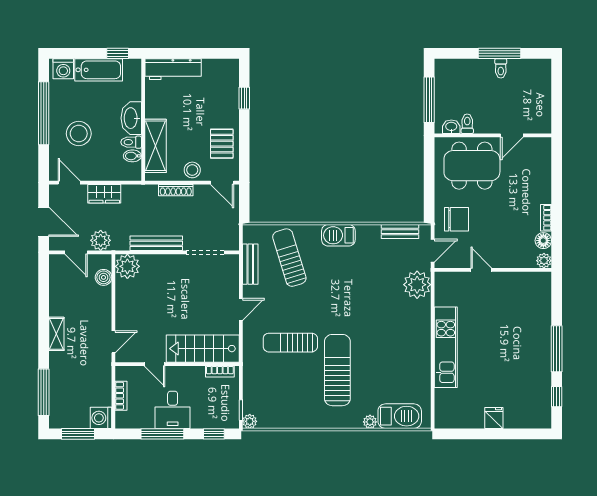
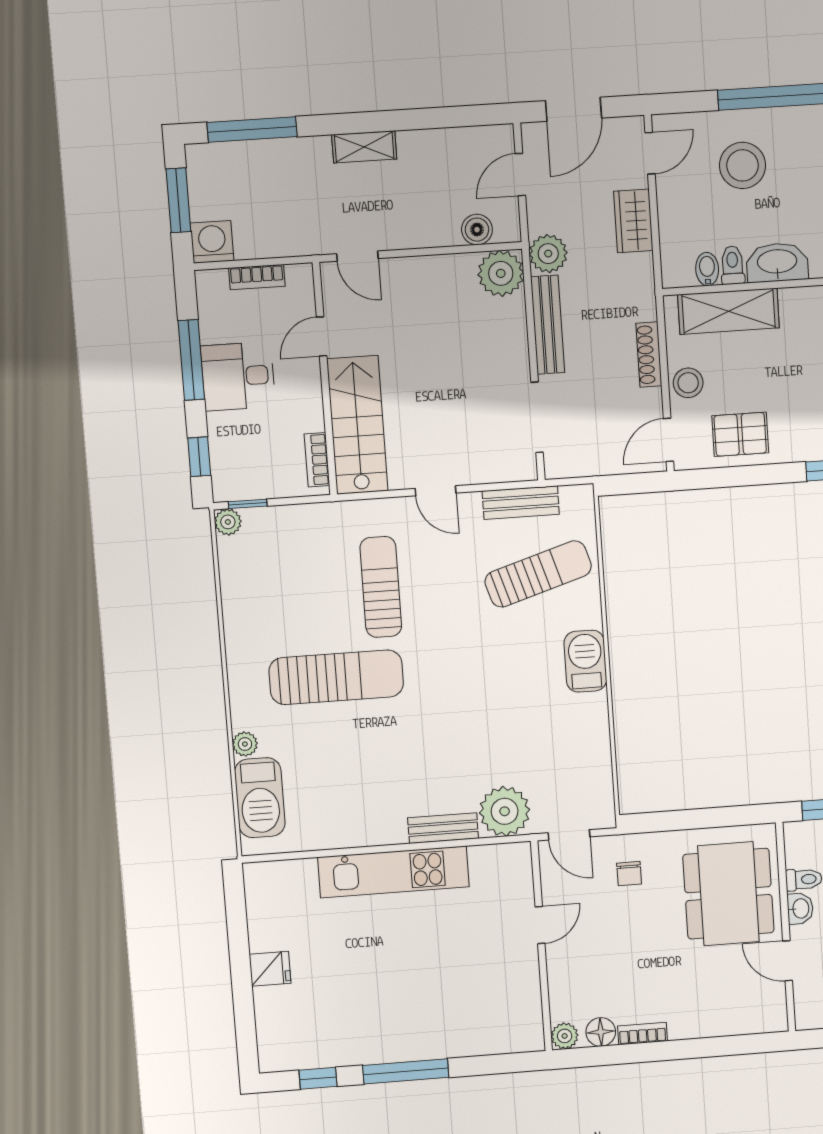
washbasin: (451, 127) -> (800, 909), moved
chair: (457, 219) -> (629, 874), width x0.54, depth x0.54
bench: (400, 232) -> (443, 828), moved, turned 90
plant: (101, 240) -> (548, 254), moved

